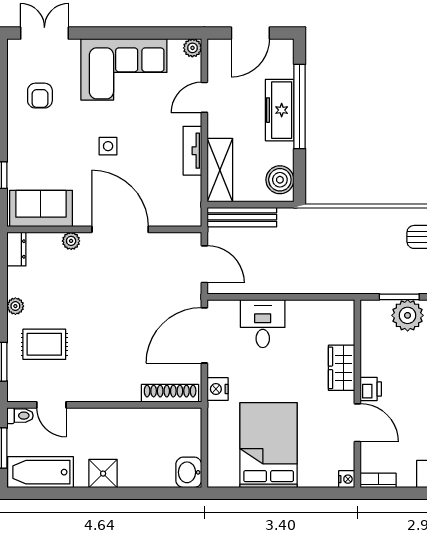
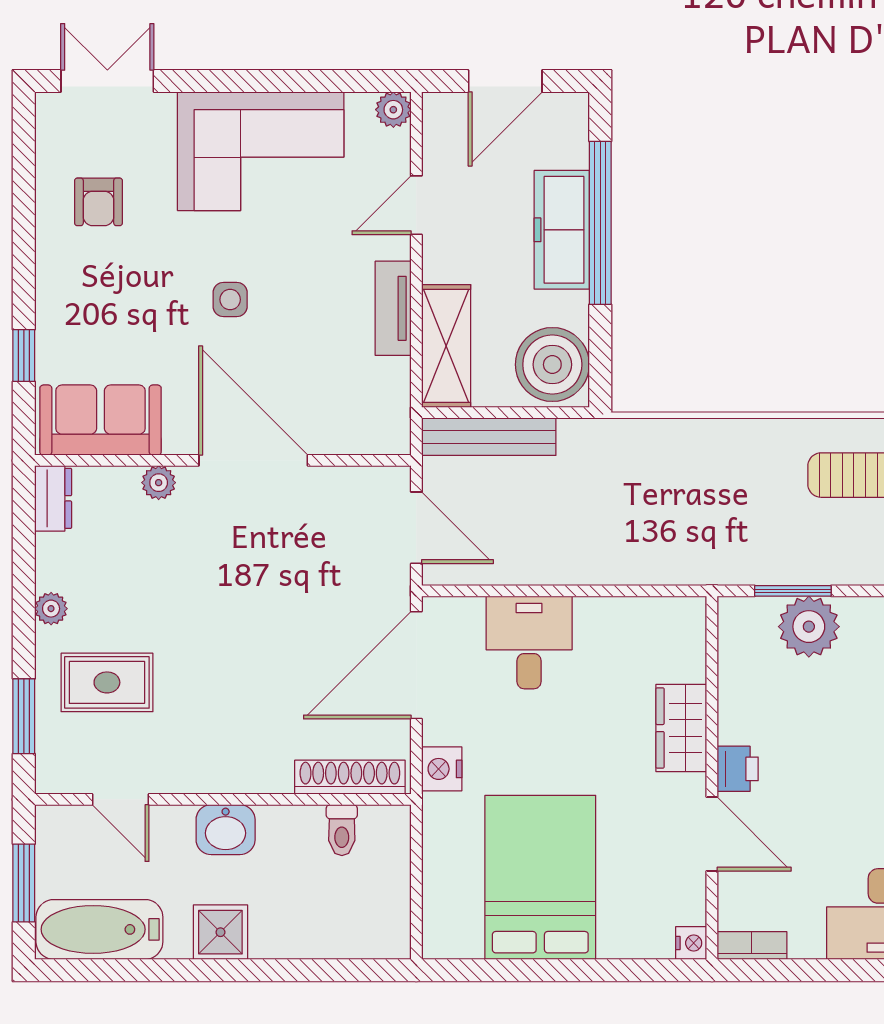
boiler: (280, 180) -> (552, 365), width x1.37, depth x1.37
toilet: (20, 416) -> (342, 830), moved, turned 90
washbasin: (189, 472) -> (226, 830), moved, turned -90

